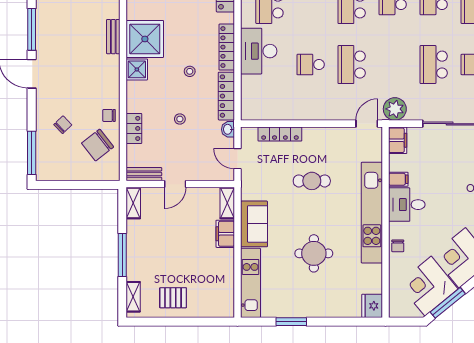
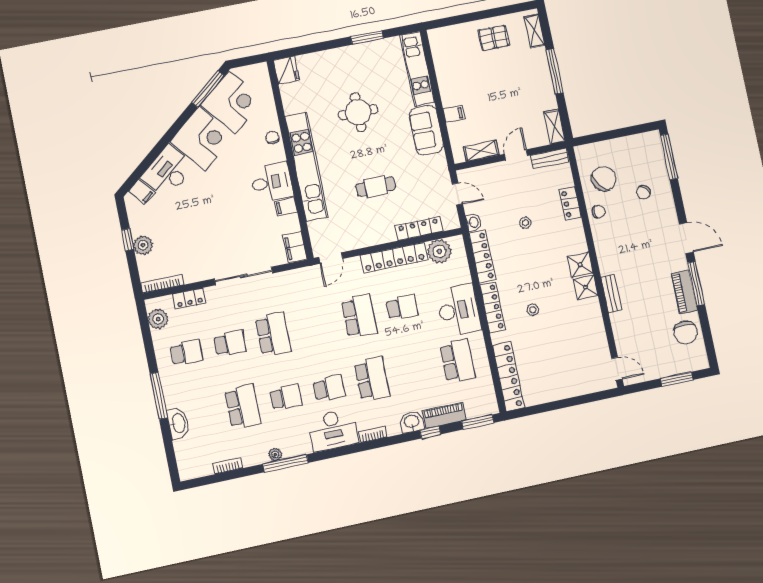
piano: (44, 24) -> (684, 292), added
shower: (145, 39) -> (586, 287), width x0.54, depth x0.54
stool: (190, 71) -> (533, 310), moved
plant: (395, 109) -> (439, 251), moved
locker: (309, 112) -> (394, 258), added
shelving: (227, 203) -> (481, 151), moved, turned 90
filing cabinet: (225, 234) -> (454, 114), width x0.50

